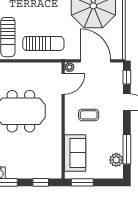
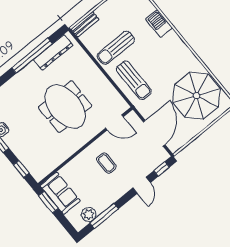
plant: (69, 67) -> (132, 117), removed
sofa: (75, 153) -> (60, 193), moved, turned -90

